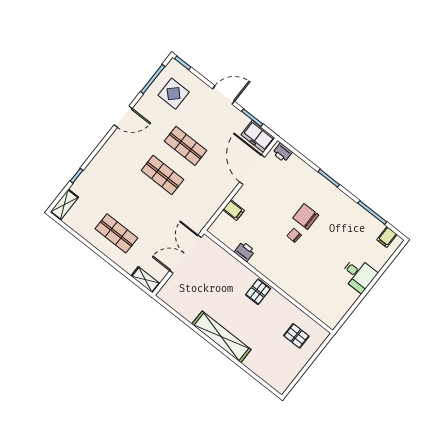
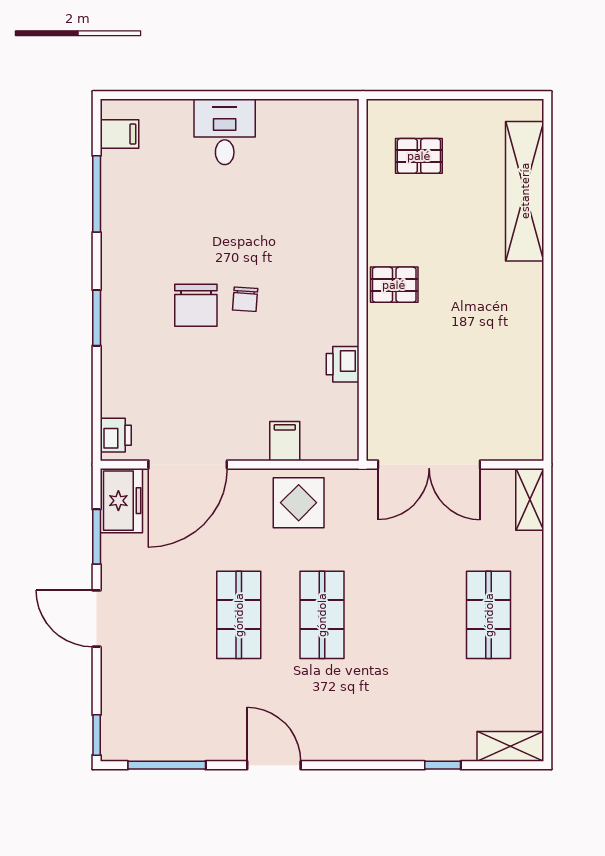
display table: (174, 94) -> (299, 503), moved
pallet: (296, 336) -> (419, 156), turned 90
shelving: (221, 337) -> (525, 191), moved

